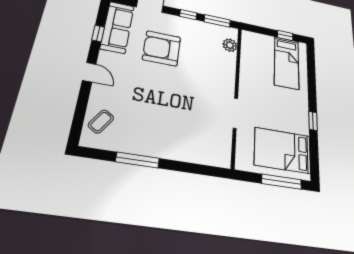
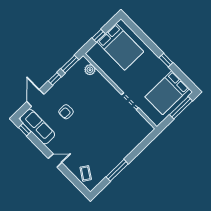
window: (98, 33) -> (25, 130), moved
window: (285, 35) -> (99, 36), moved
armchair: (162, 48) -> (66, 112), width x0.53, depth x0.53
bed: (287, 63) -> (120, 47), width x1.50

